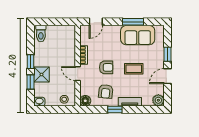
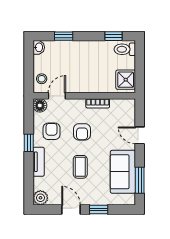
door: (96, 22) -> (140, 135), moved
window: (133, 22) -> (140, 180), moved
window: (30, 62) -> (113, 36), moved
door: (78, 74) -> (57, 96), moved
shower: (41, 75) -> (126, 80), moved
armchair: (106, 91) -> (52, 131), turned 84

